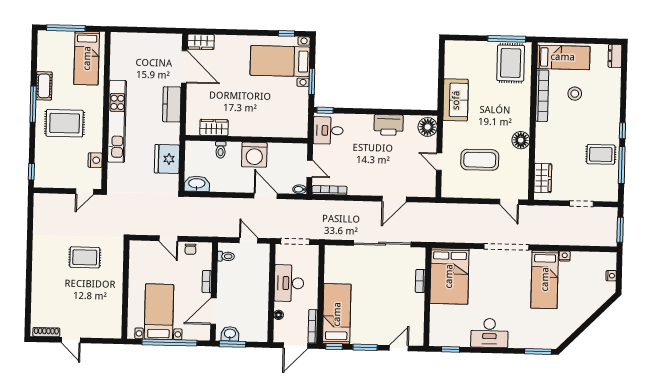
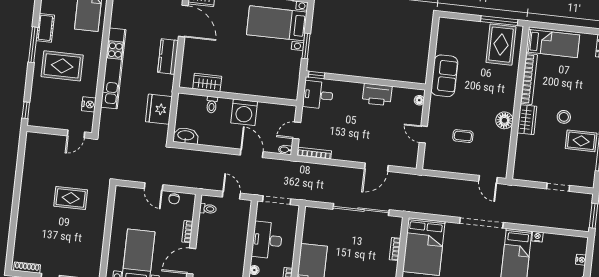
stool: (575, 94) -> (564, 117), moved
floor lamp: (428, 127) -> (419, 100), width x0.53, depth x0.53
coffee table: (480, 160) -> (463, 136), width x0.54, depth x0.58
door: (310, 169) -> (297, 131), swing flipped
wardrobe: (543, 178) -> (527, 120), moved

